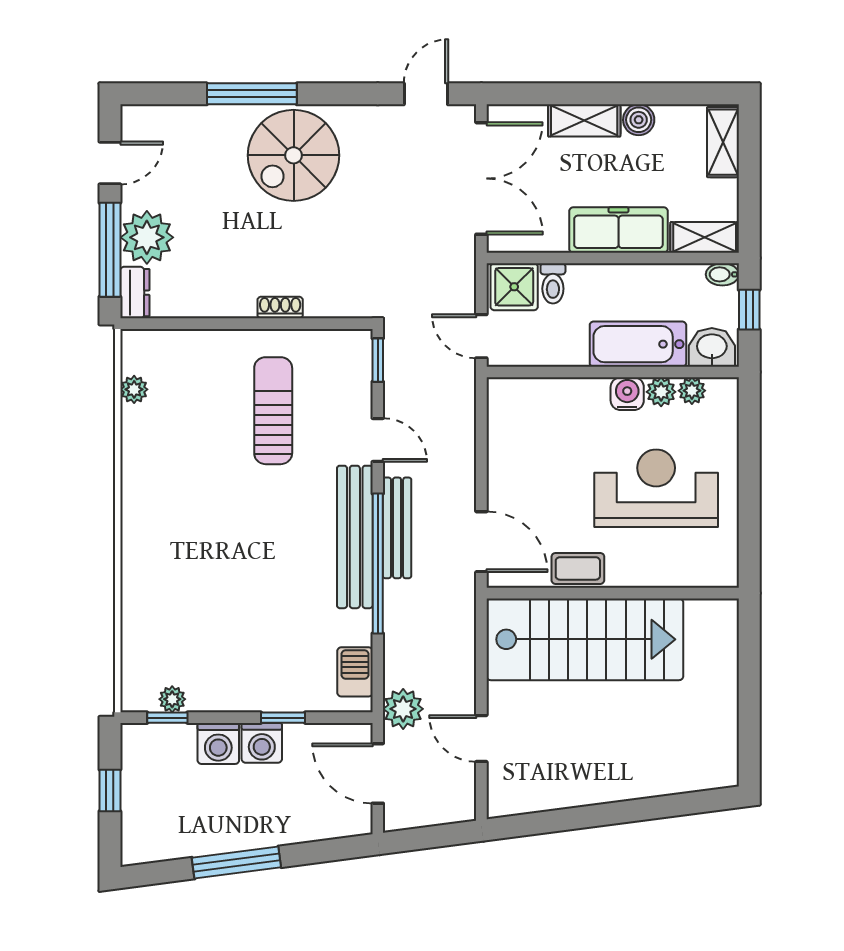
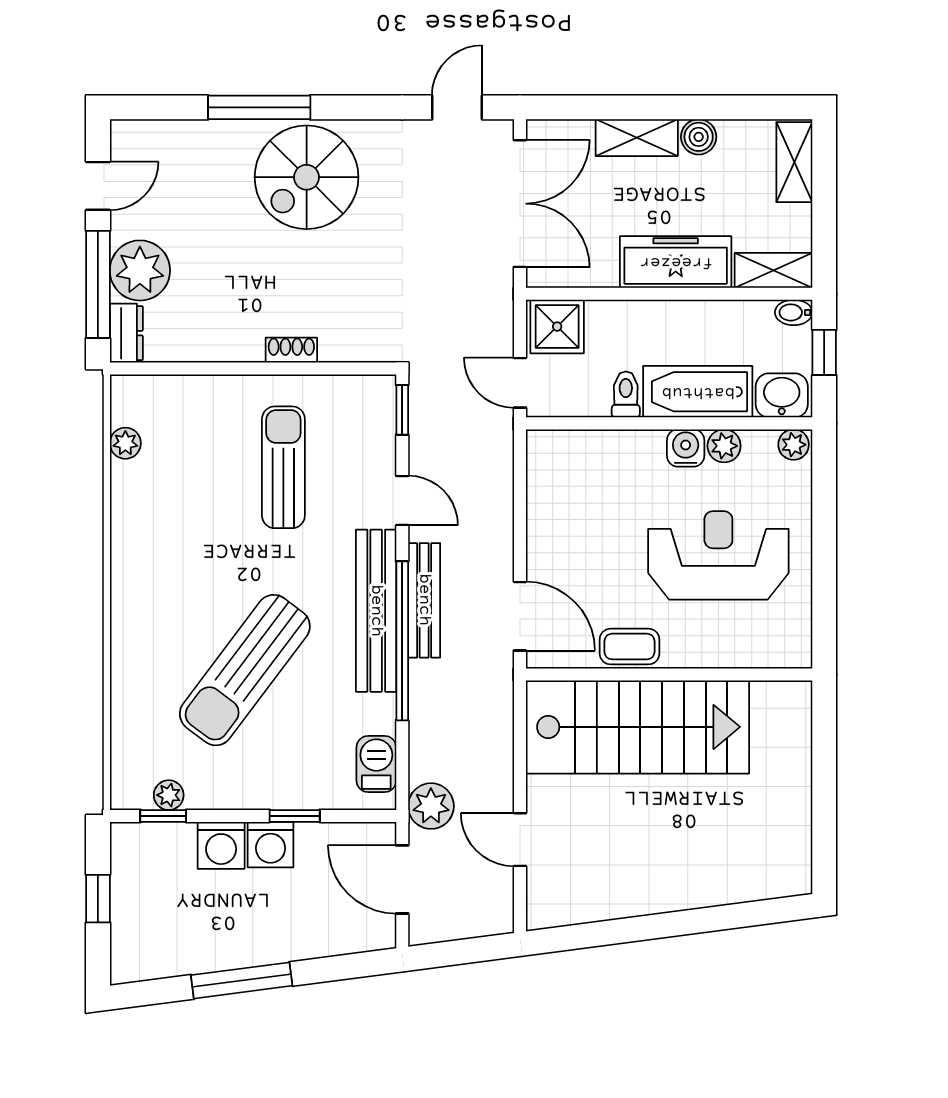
toilet: (553, 283) -> (626, 394), moved, turned 180
plant: (692, 391) -> (794, 445), moved
sun lounger: (239, 589) -> (245, 670), added

